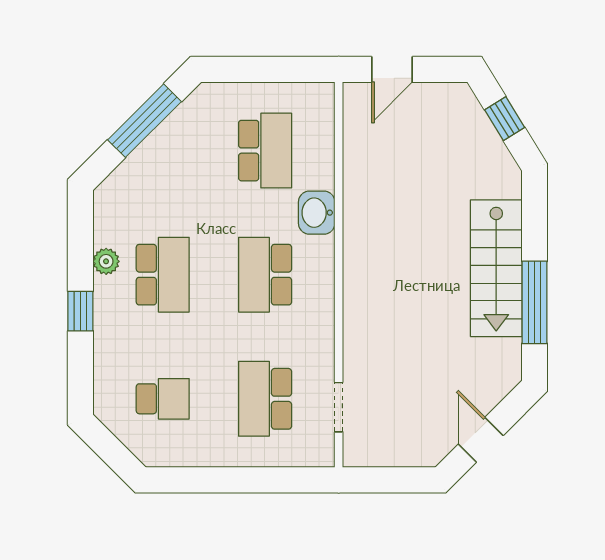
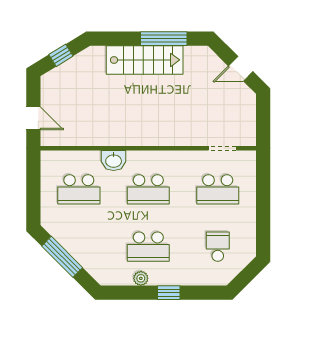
school desk: (265, 151) -> (79, 189), turned 180
school desk: (163, 275) -> (148, 247), turned 180

